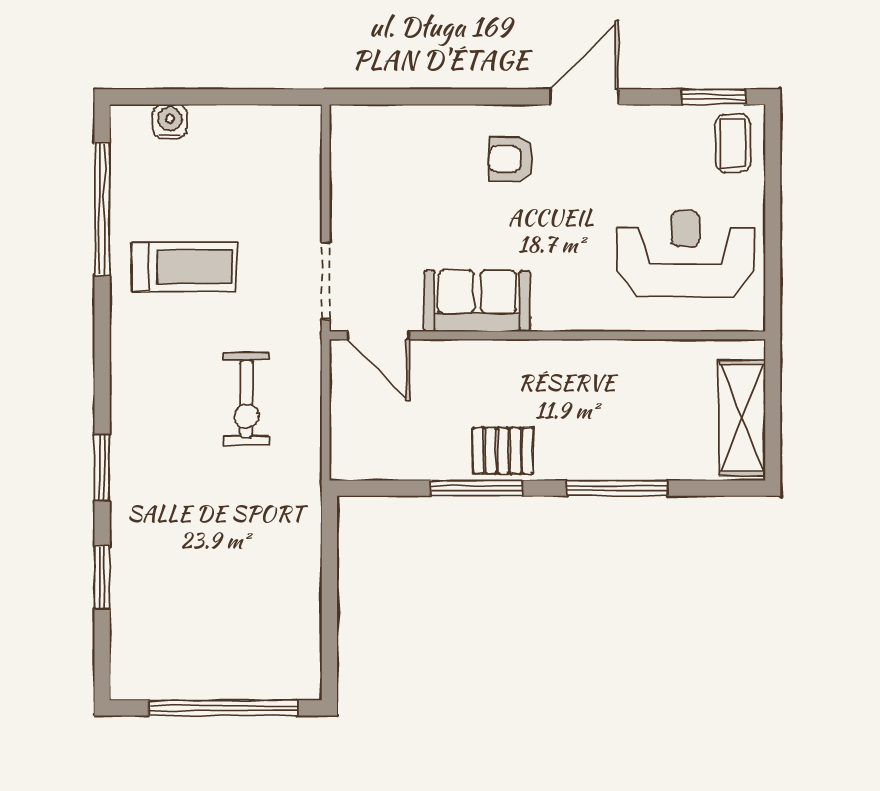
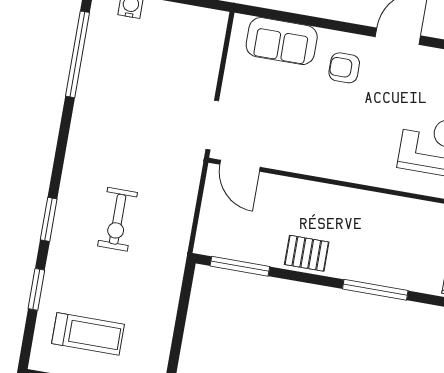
treadmill: (184, 267) -> (88, 334), moved
sofa: (477, 301) -> (282, 41), moved, turned 180
exercise bike: (246, 399) -> (118, 219), moved
window: (476, 488) -> (240, 266), moved

